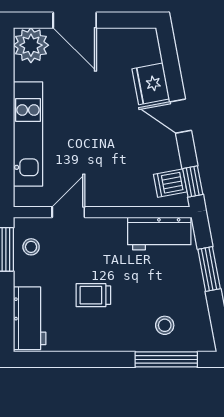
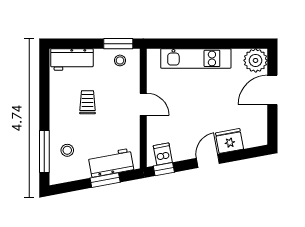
door: (68, 212) -> (143, 104), moved
workbench: (159, 234) -> (111, 163), moved, turned 79

